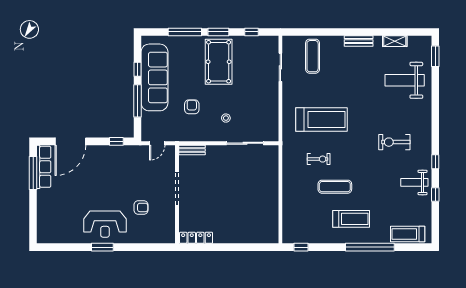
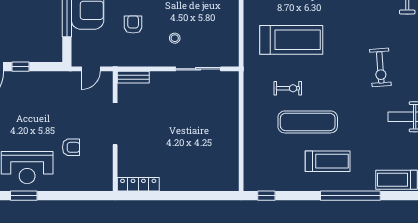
window: (116, 141) -> (20, 67), moved
exercise bike: (394, 142) -> (380, 67), turned -94
exercise mat: (335, 187) -> (308, 122), width x1.36, depth x1.45

